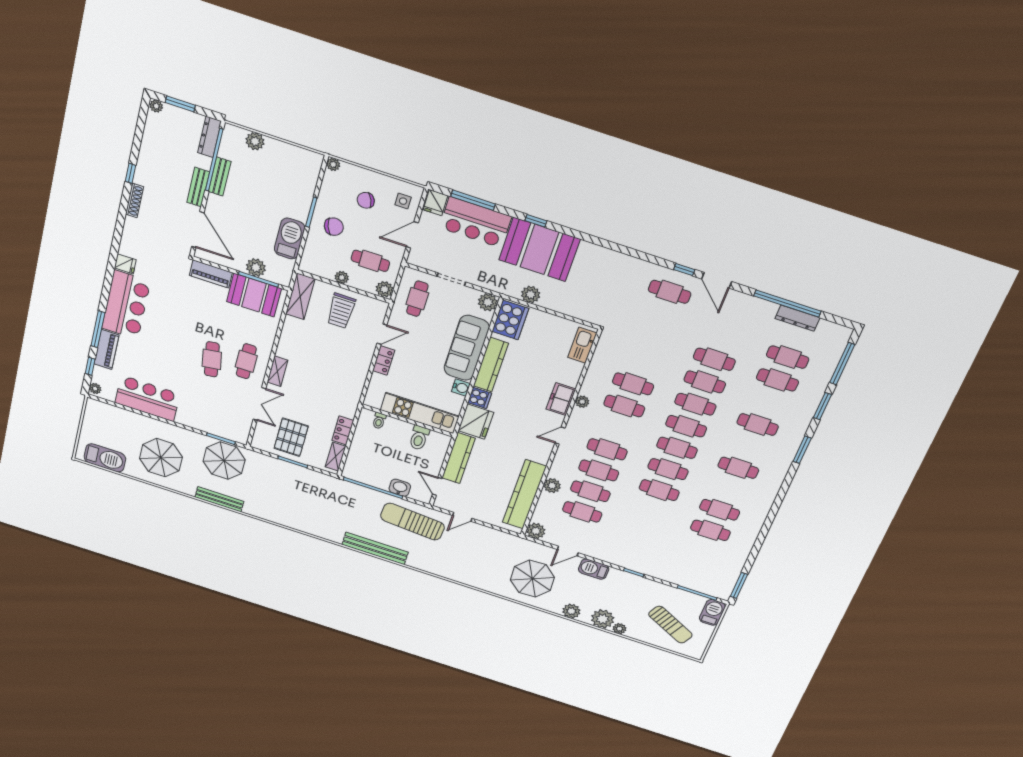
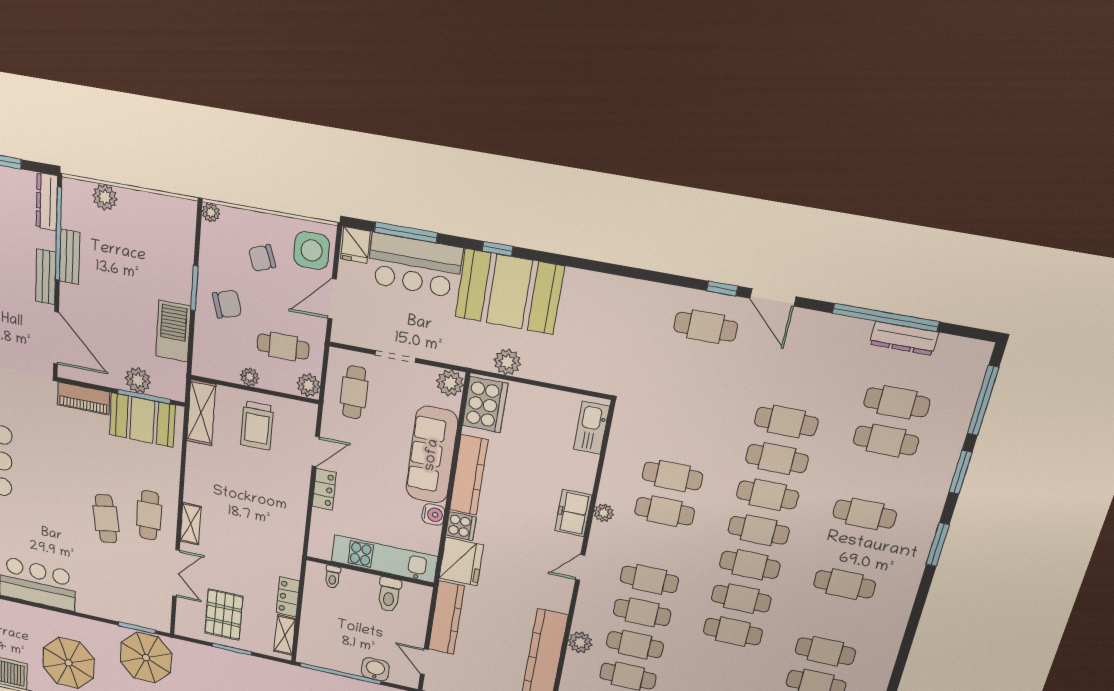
side table: (403, 201) -> (312, 251), width x1.87, depth x1.87

